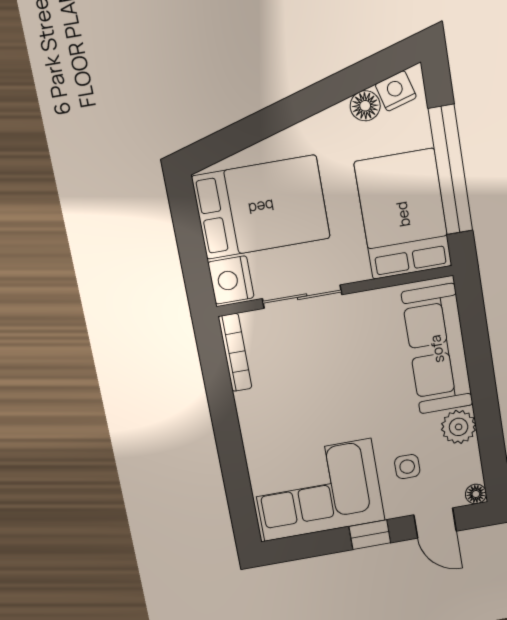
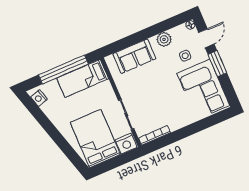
floor lamp: (365, 106) -> (47, 108), removed
bed: (403, 214) -> (83, 78), width x0.67
sofa: (437, 349) -> (134, 56), width x0.73
window: (370, 535) -> (217, 64), width x1.50

